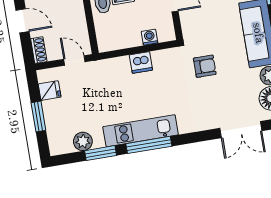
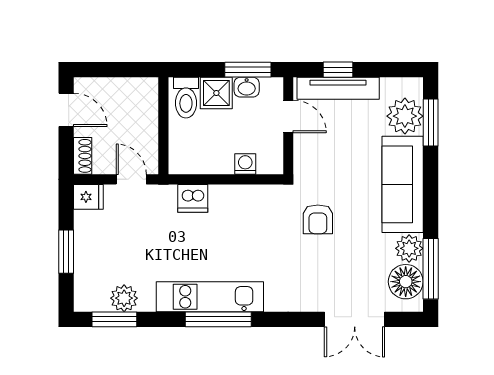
dishwasher: (141, 62) -> (193, 198), moved
armchair: (205, 66) -> (318, 219), turned 90
fridge: (50, 91) -> (88, 197), moved
window: (101, 153) -> (114, 319), moved

